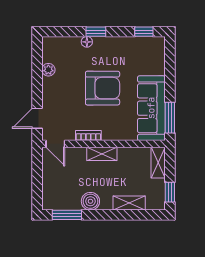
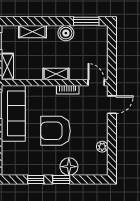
window: (144, 32) -> (36, 179), moved
floor lamp: (87, 42) -> (69, 167), width x1.89, depth x1.89

